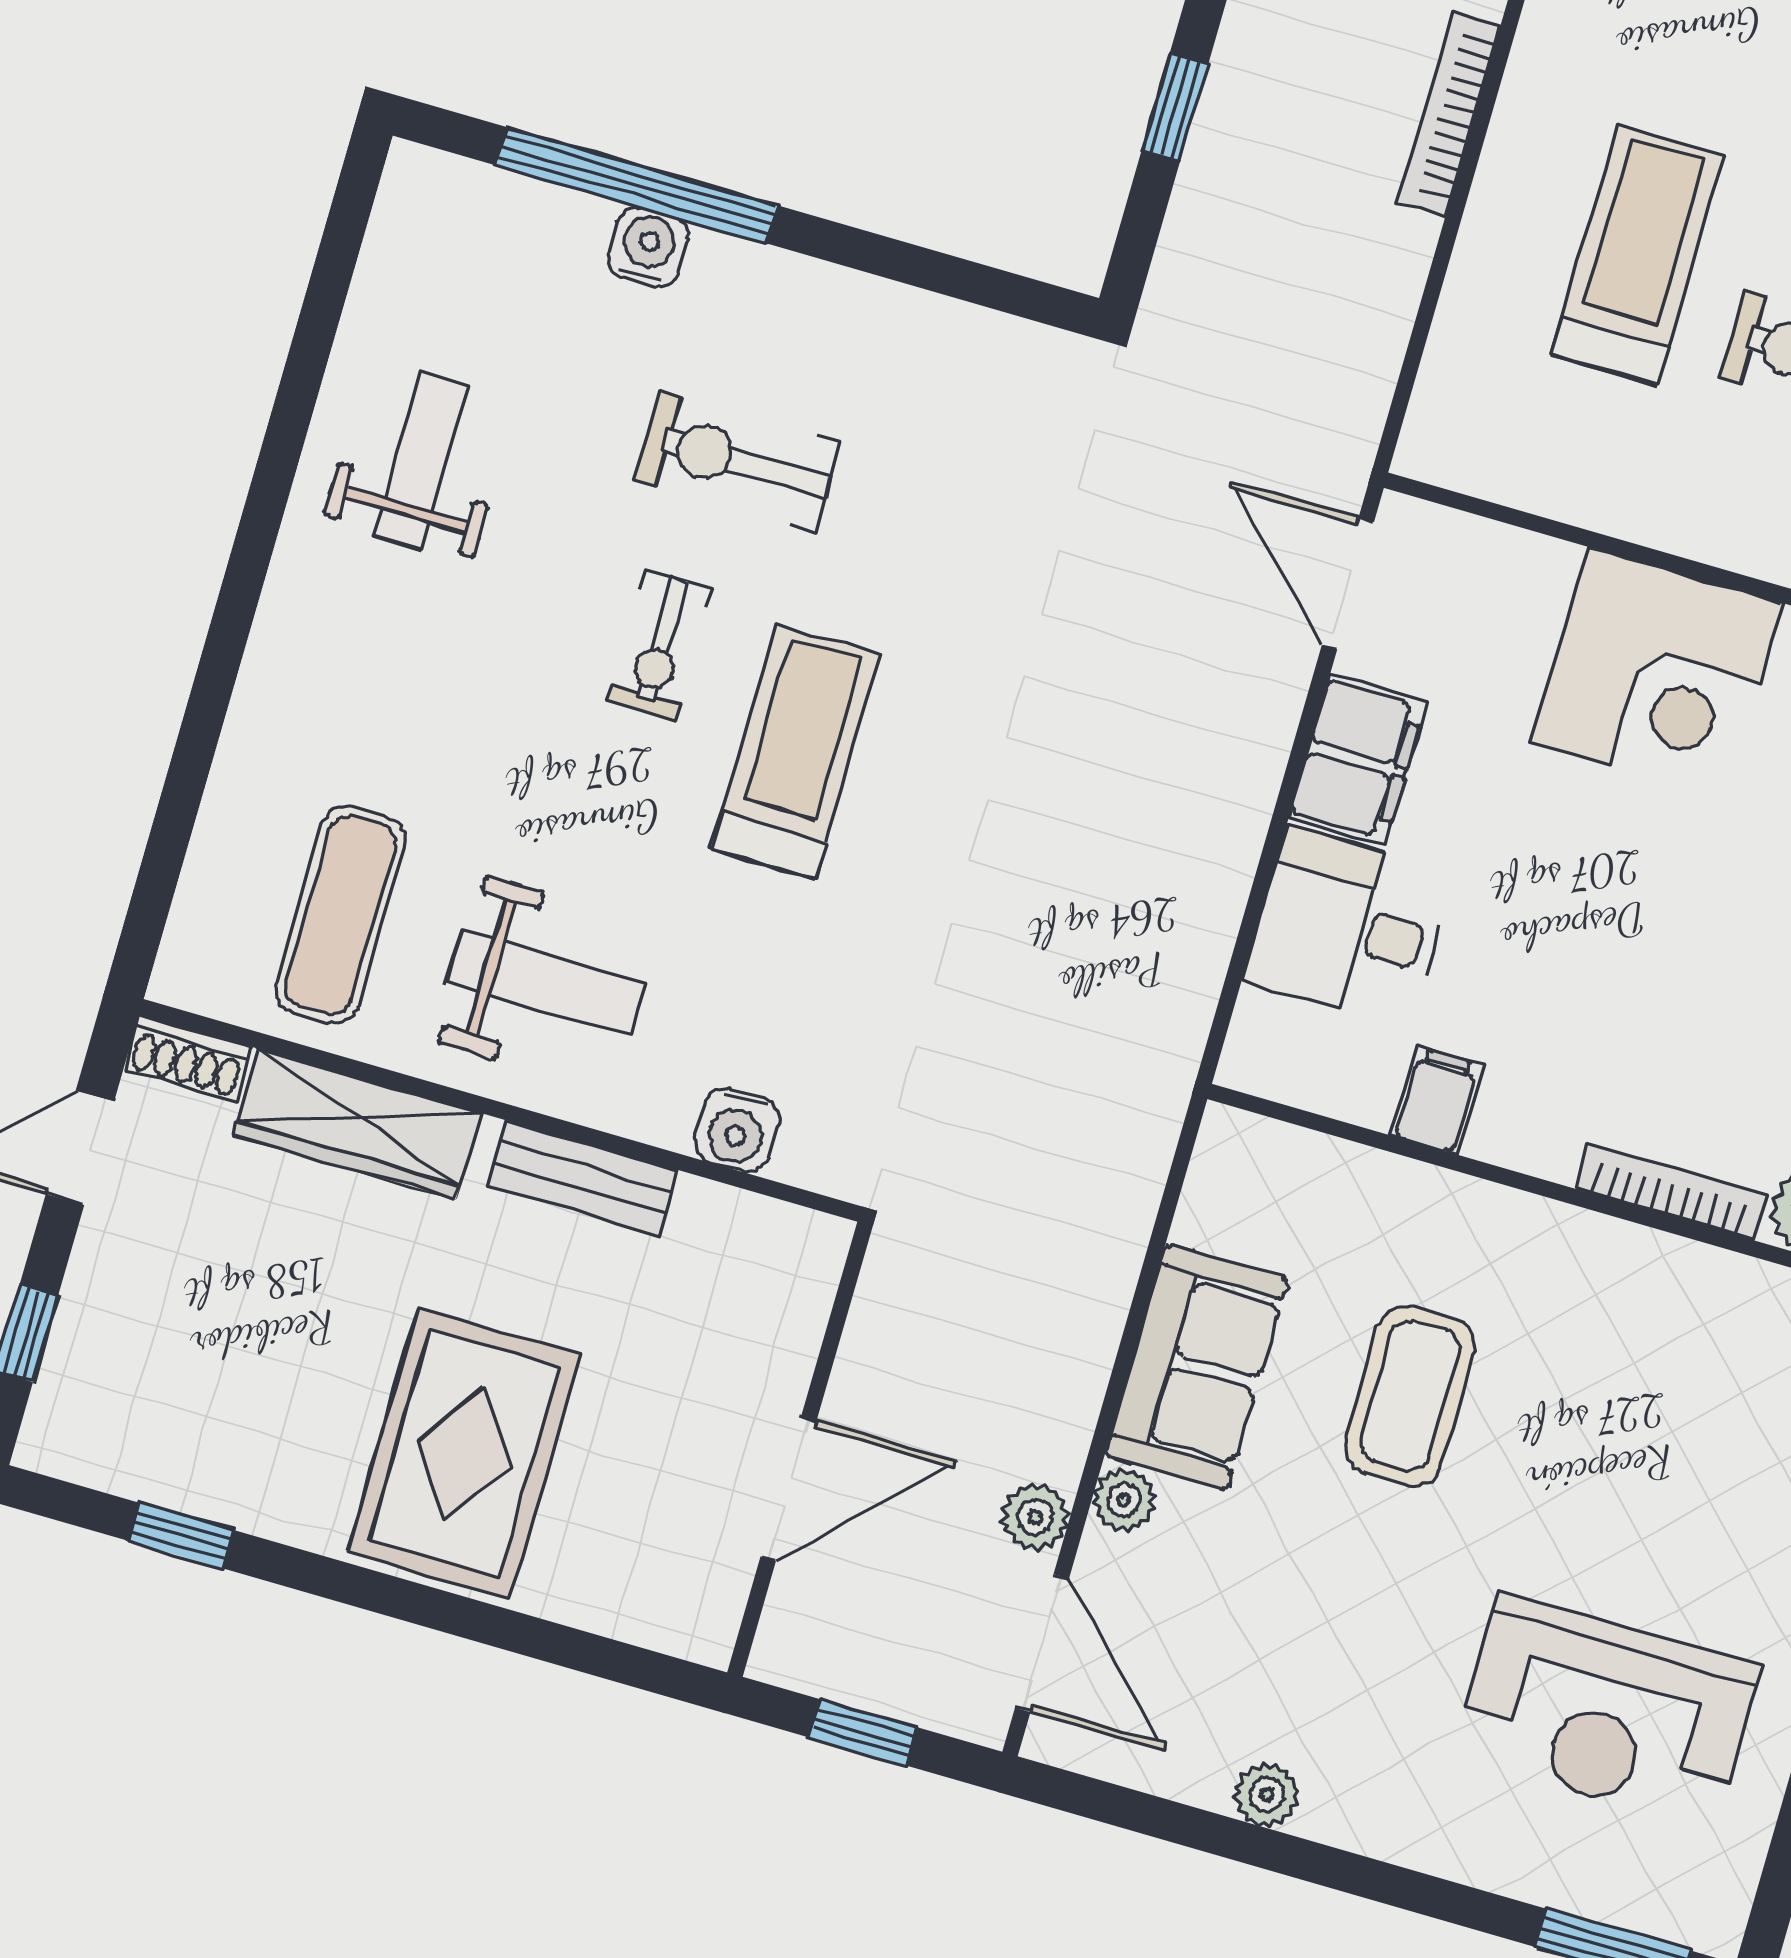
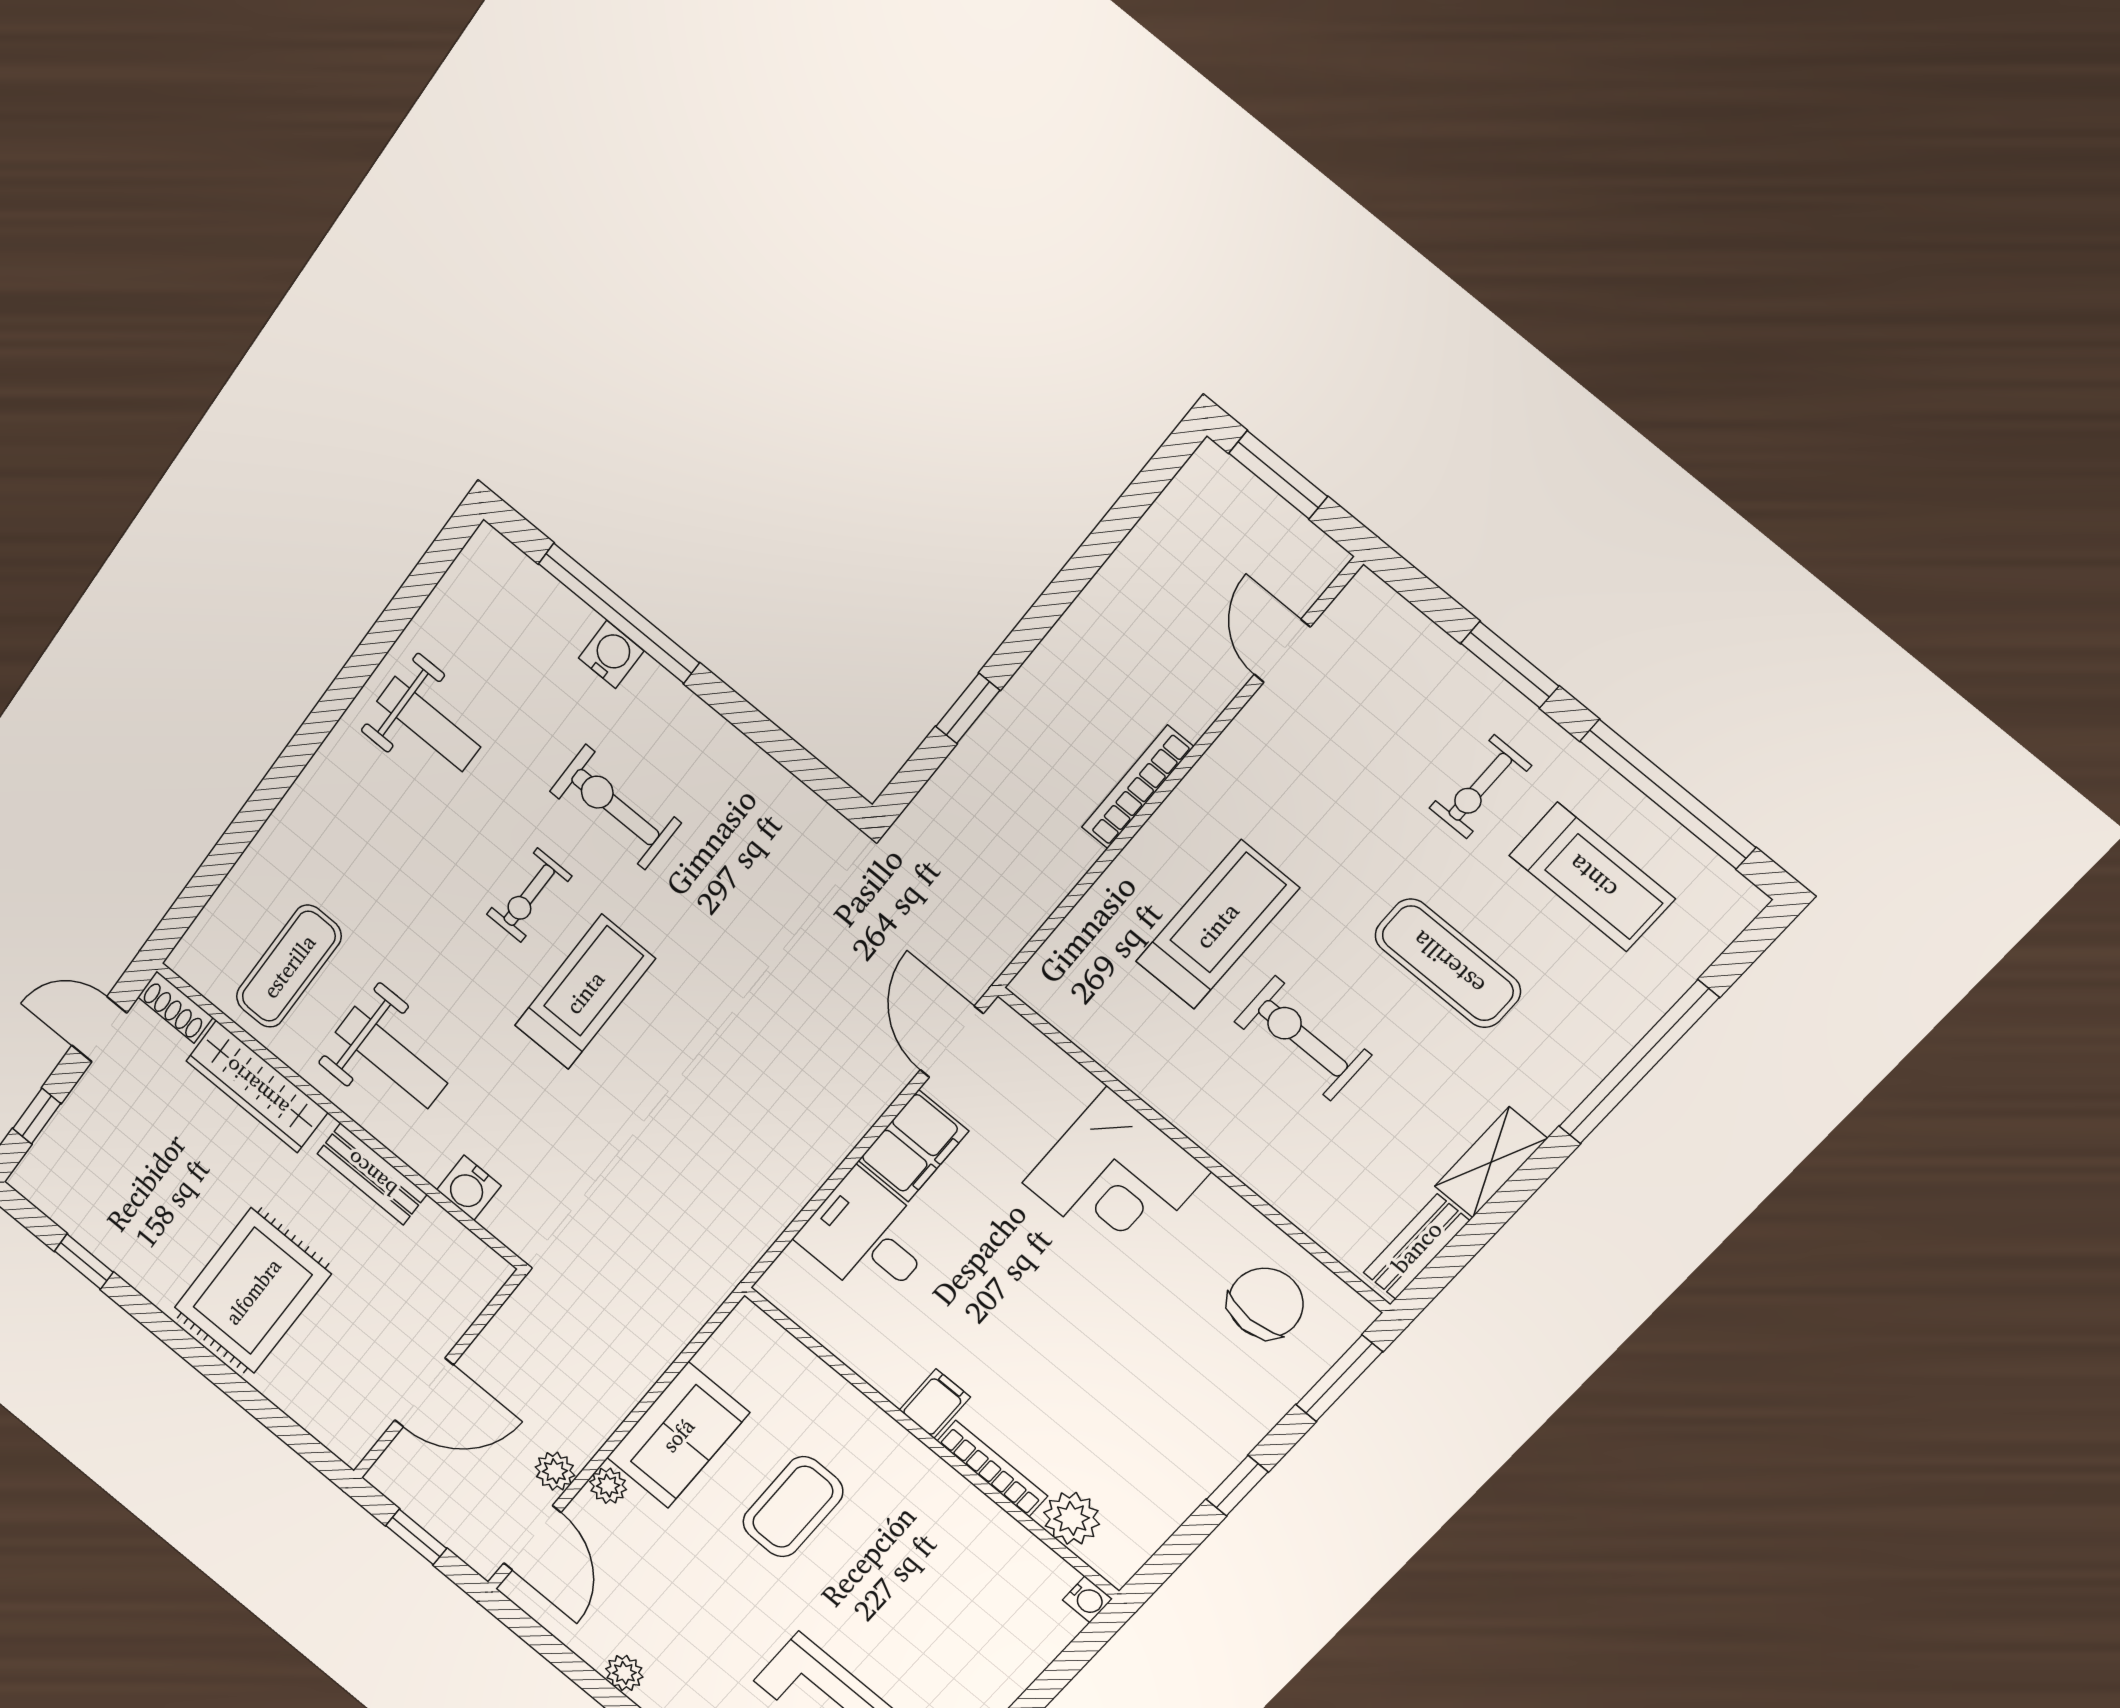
weight bench: (420, 461) -> (429, 724), turned 90
filing cabinet: (1437, 1100) -> (935, 1404), moved

